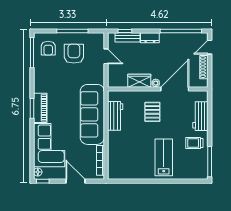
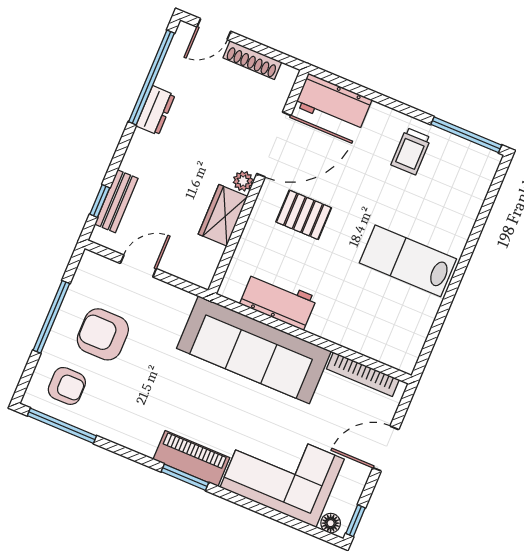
dresser: (150, 38) -> (155, 110), moved
door: (210, 47) -> (214, 29), hinge flipped
door: (175, 89) -> (274, 145), swing flipped
workbench: (200, 116) -> (333, 103), moved
lab bench: (164, 157) -> (408, 261), moved

